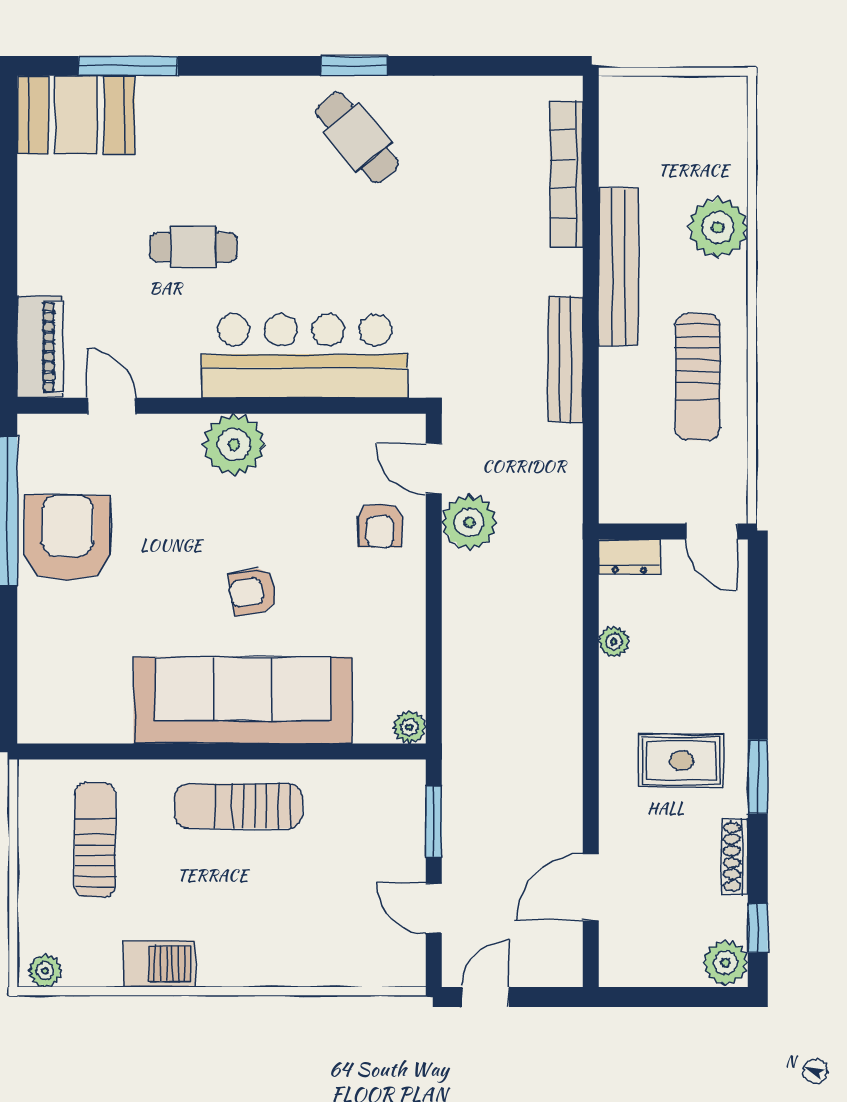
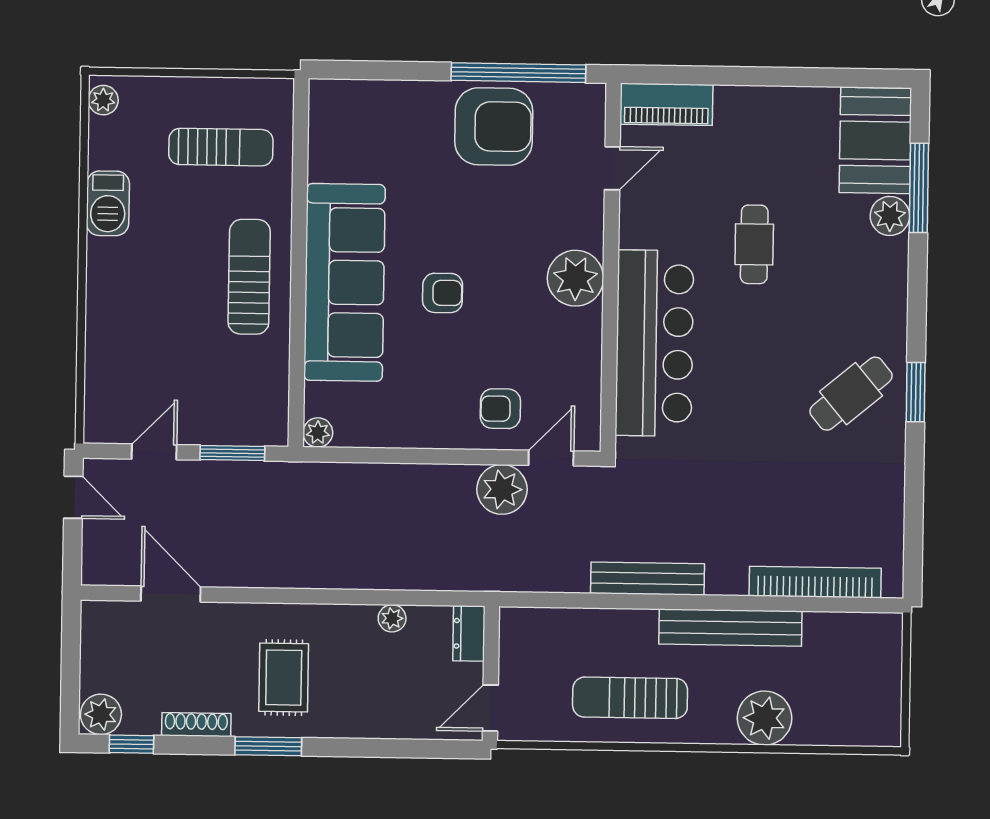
plant: (160, 97) -> (890, 216), added
armchair: (253, 592) -> (443, 293), turned 100

